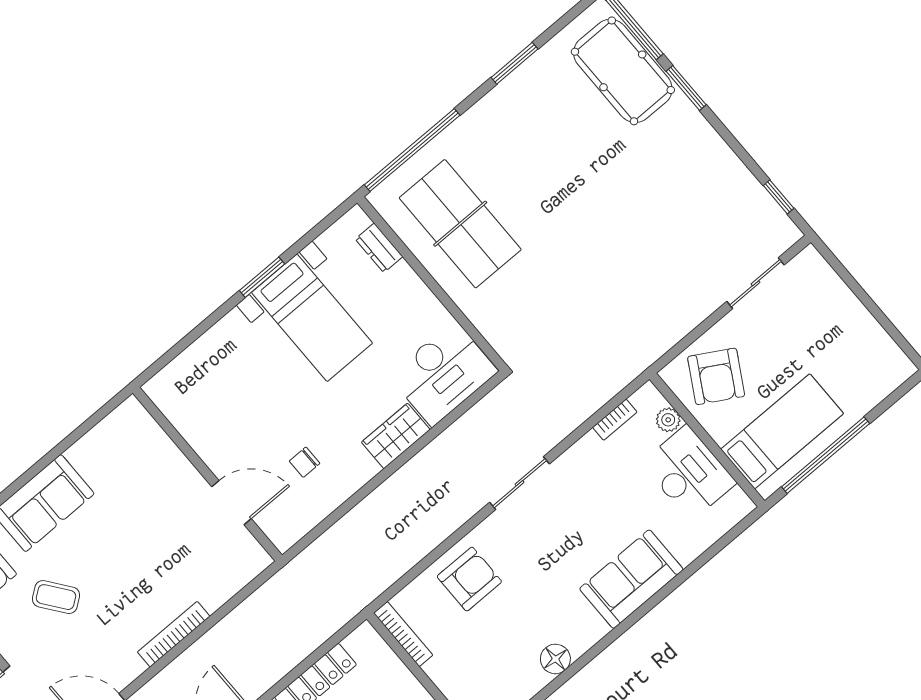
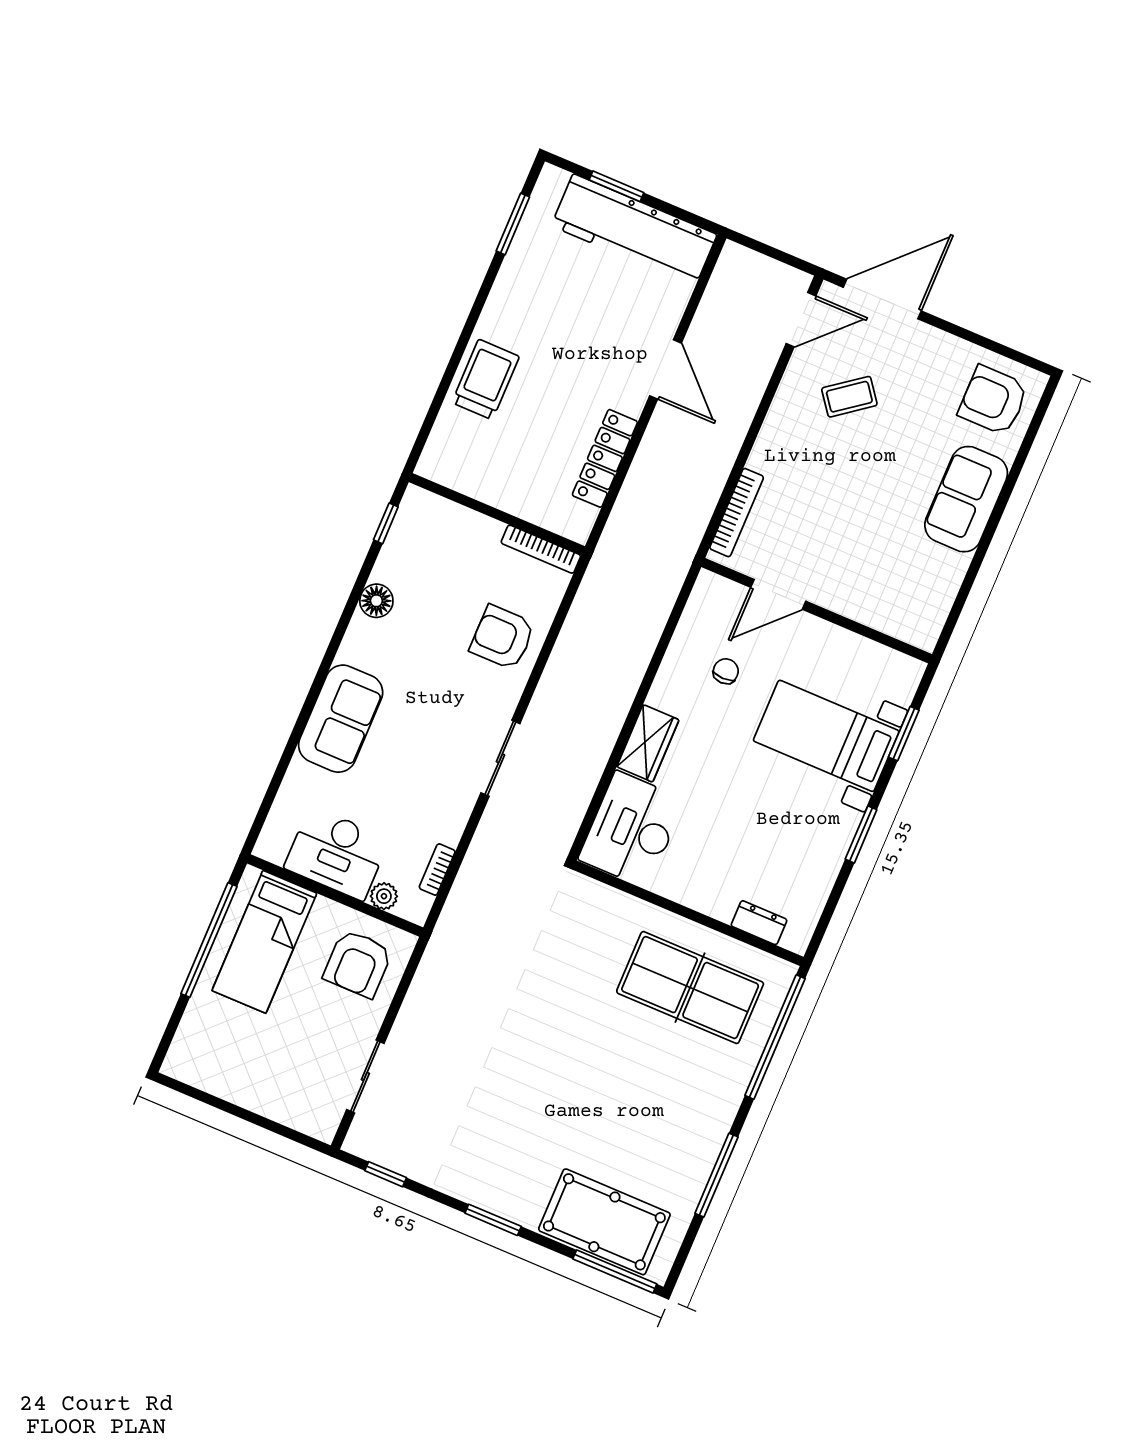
window: (514, 63) -> (716, 1175), width x1.44
window: (686, 88) -> (493, 1220), moved
bed with nightstands: (312, 318) -> (826, 736), moved
window: (187, 341) -> (904, 734), added
armchair: (716, 376) -> (358, 964), turned -120
armchair: (469, 579) -> (502, 637), turned 90
coffee table: (56, 597) -> (849, 397), moved
bookcase: (174, 634) -> (737, 513), moved

